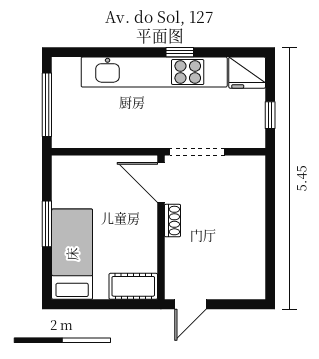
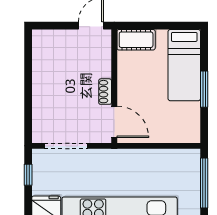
doorway: (197, 152) -> (66, 146), moved

